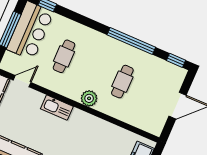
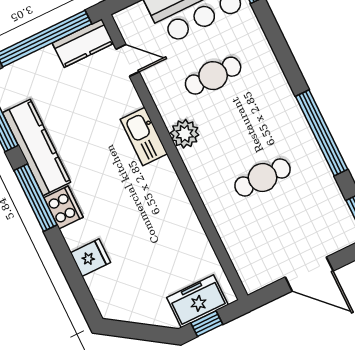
plant: (89, 98) -> (185, 134), moved

